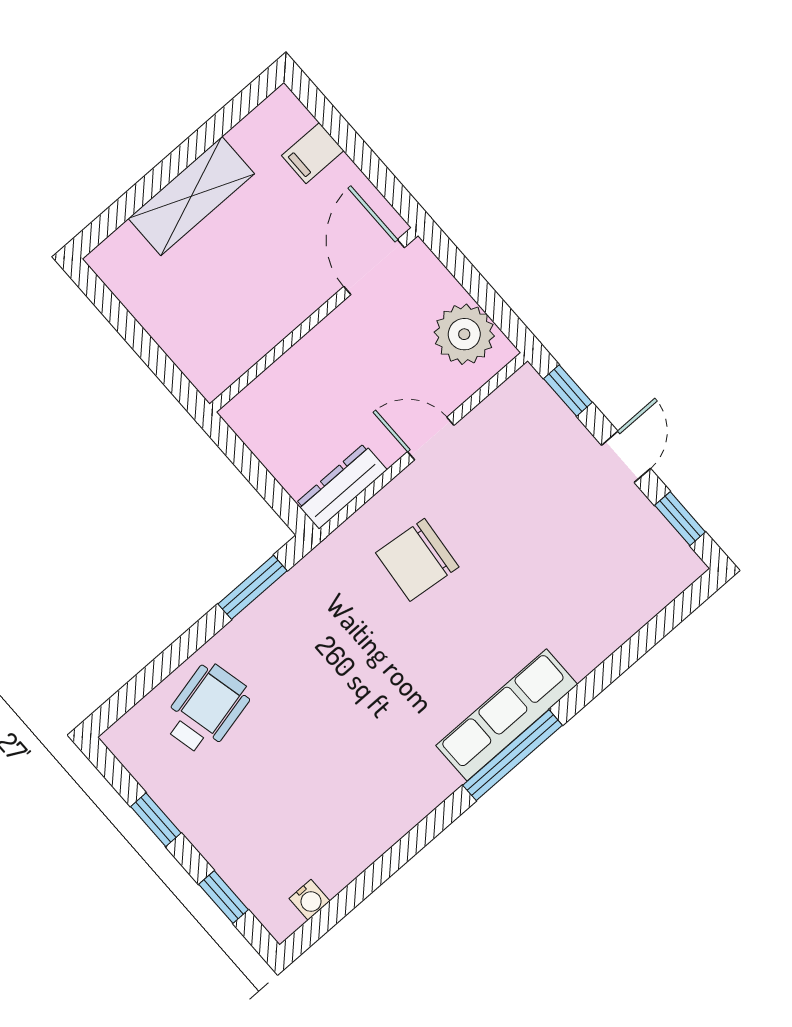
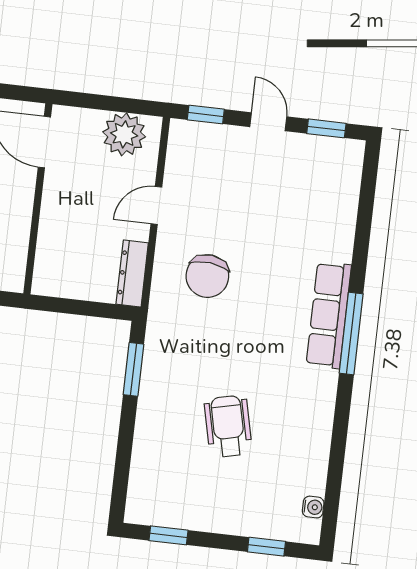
wheelchair: (206, 709) -> (228, 426), moved
window: (156, 820) -> (169, 535), moved

